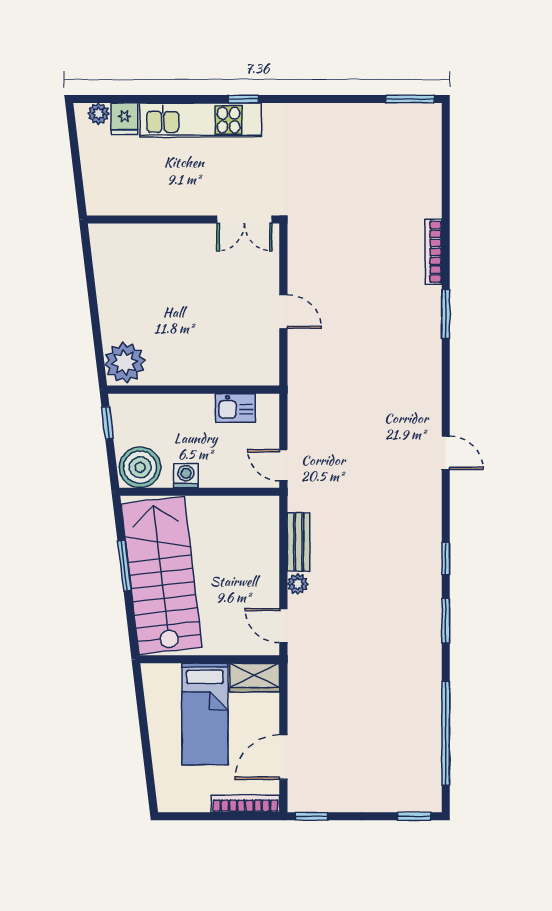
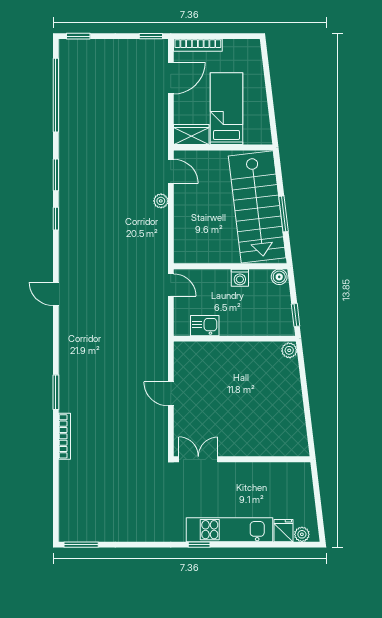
plant: (125, 362) -> (289, 350), width x0.53, depth x0.53
boiler: (140, 467) -> (279, 277), width x0.54, depth x0.54
bench: (299, 542) -> (160, 231), removed

